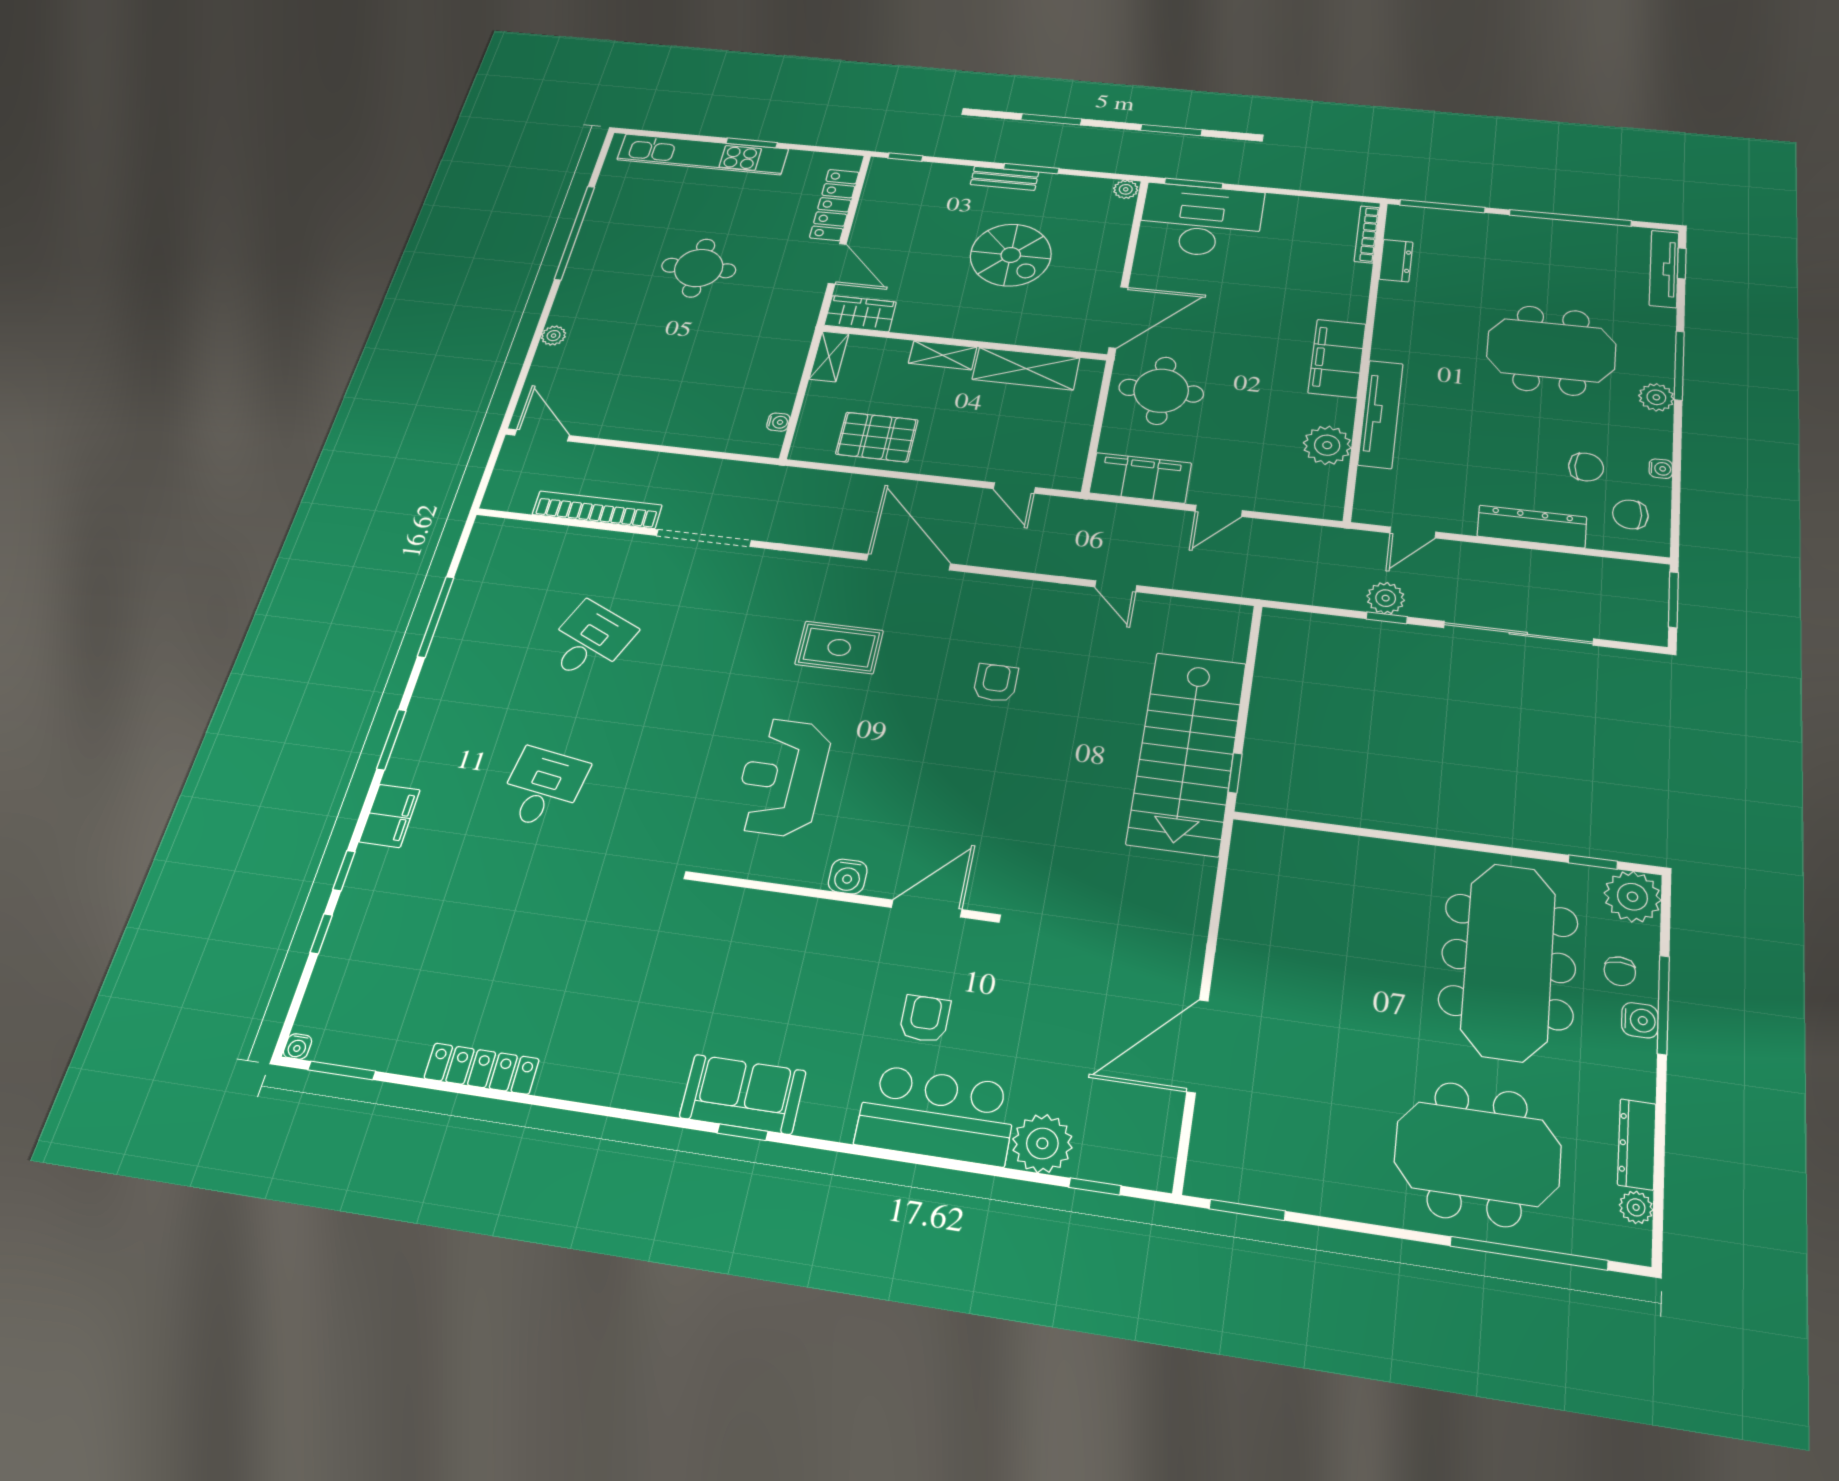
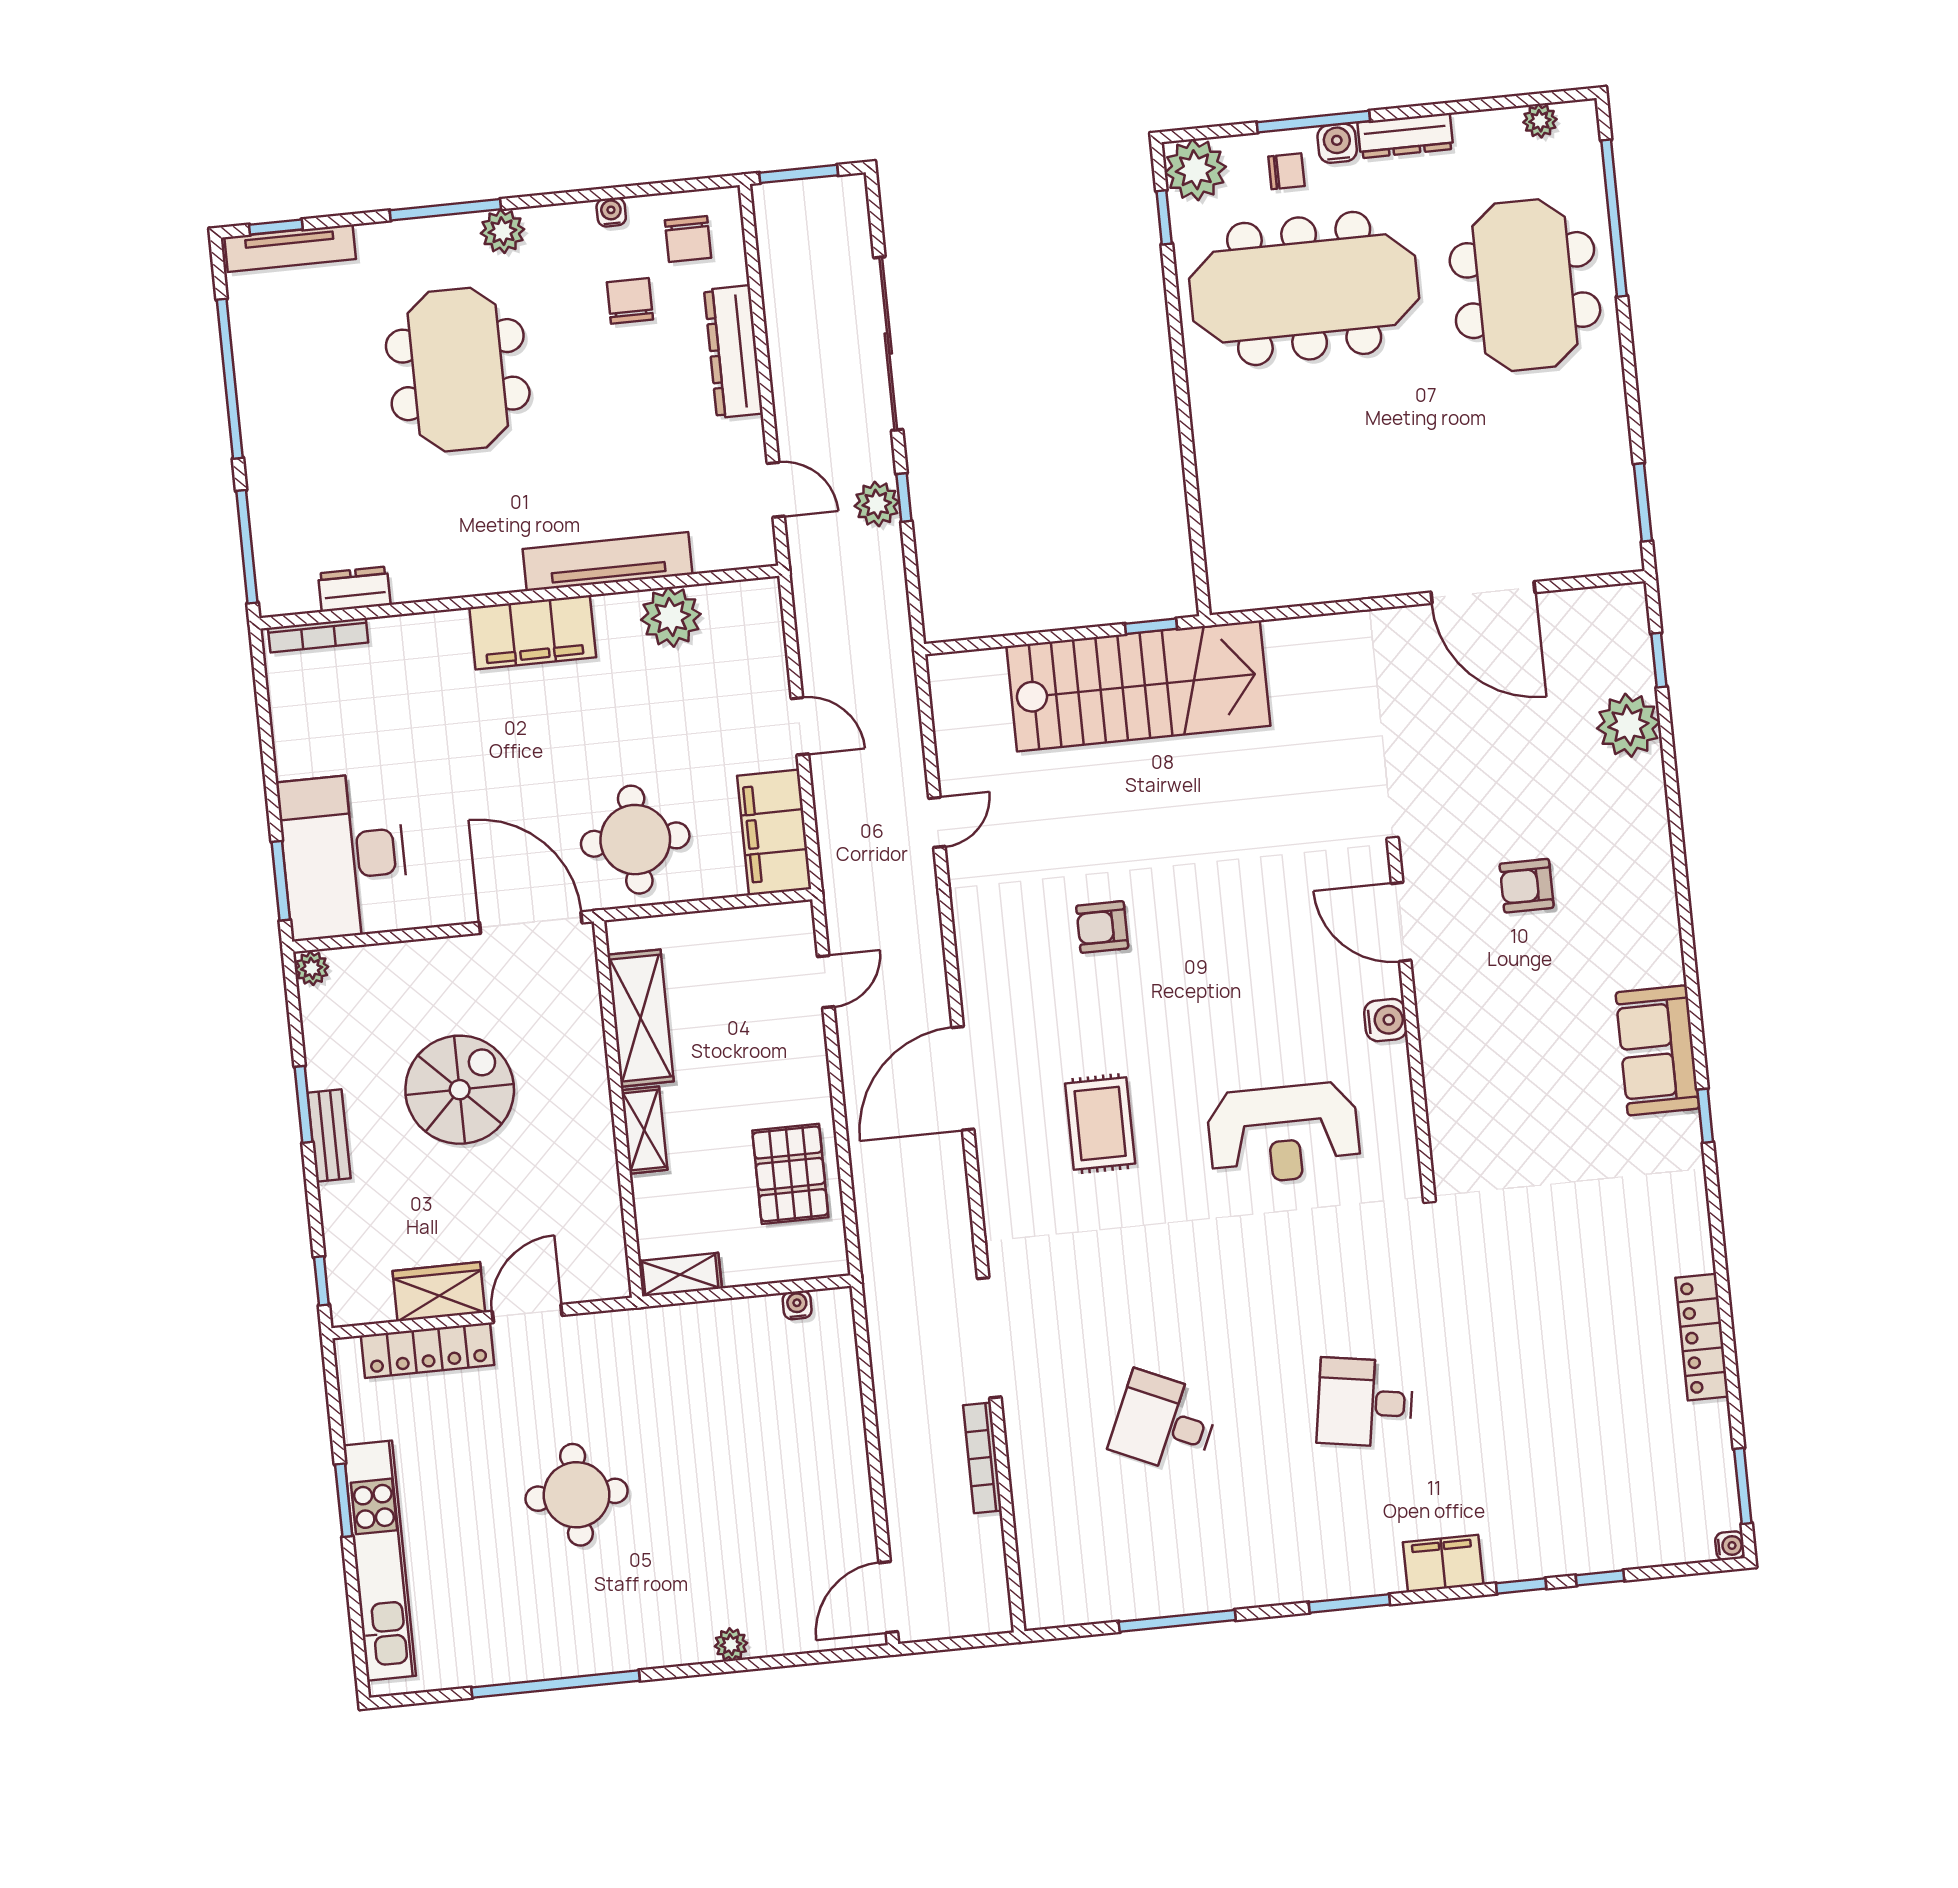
wardrobe: (860, 314) -> (439, 1292), moved, turned 90
bookcase: (597, 510) -> (982, 1458), width x0.68, depth x0.76
bar counter: (936, 1115) -> (1627, 842), removed
window: (742, 1132) -> (1705, 1116), moved
dresser: (1637, 1144) -> (1405, 136), moved

